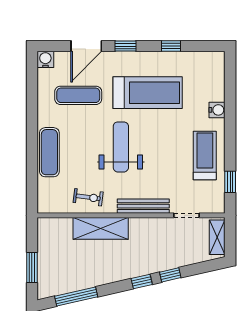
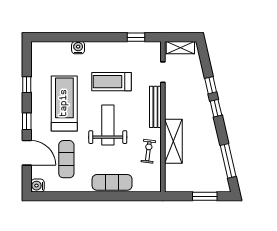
weight bench: (121, 147) -> (108, 125), turned 90
treadmill: (205, 155) -> (111, 82), moved

